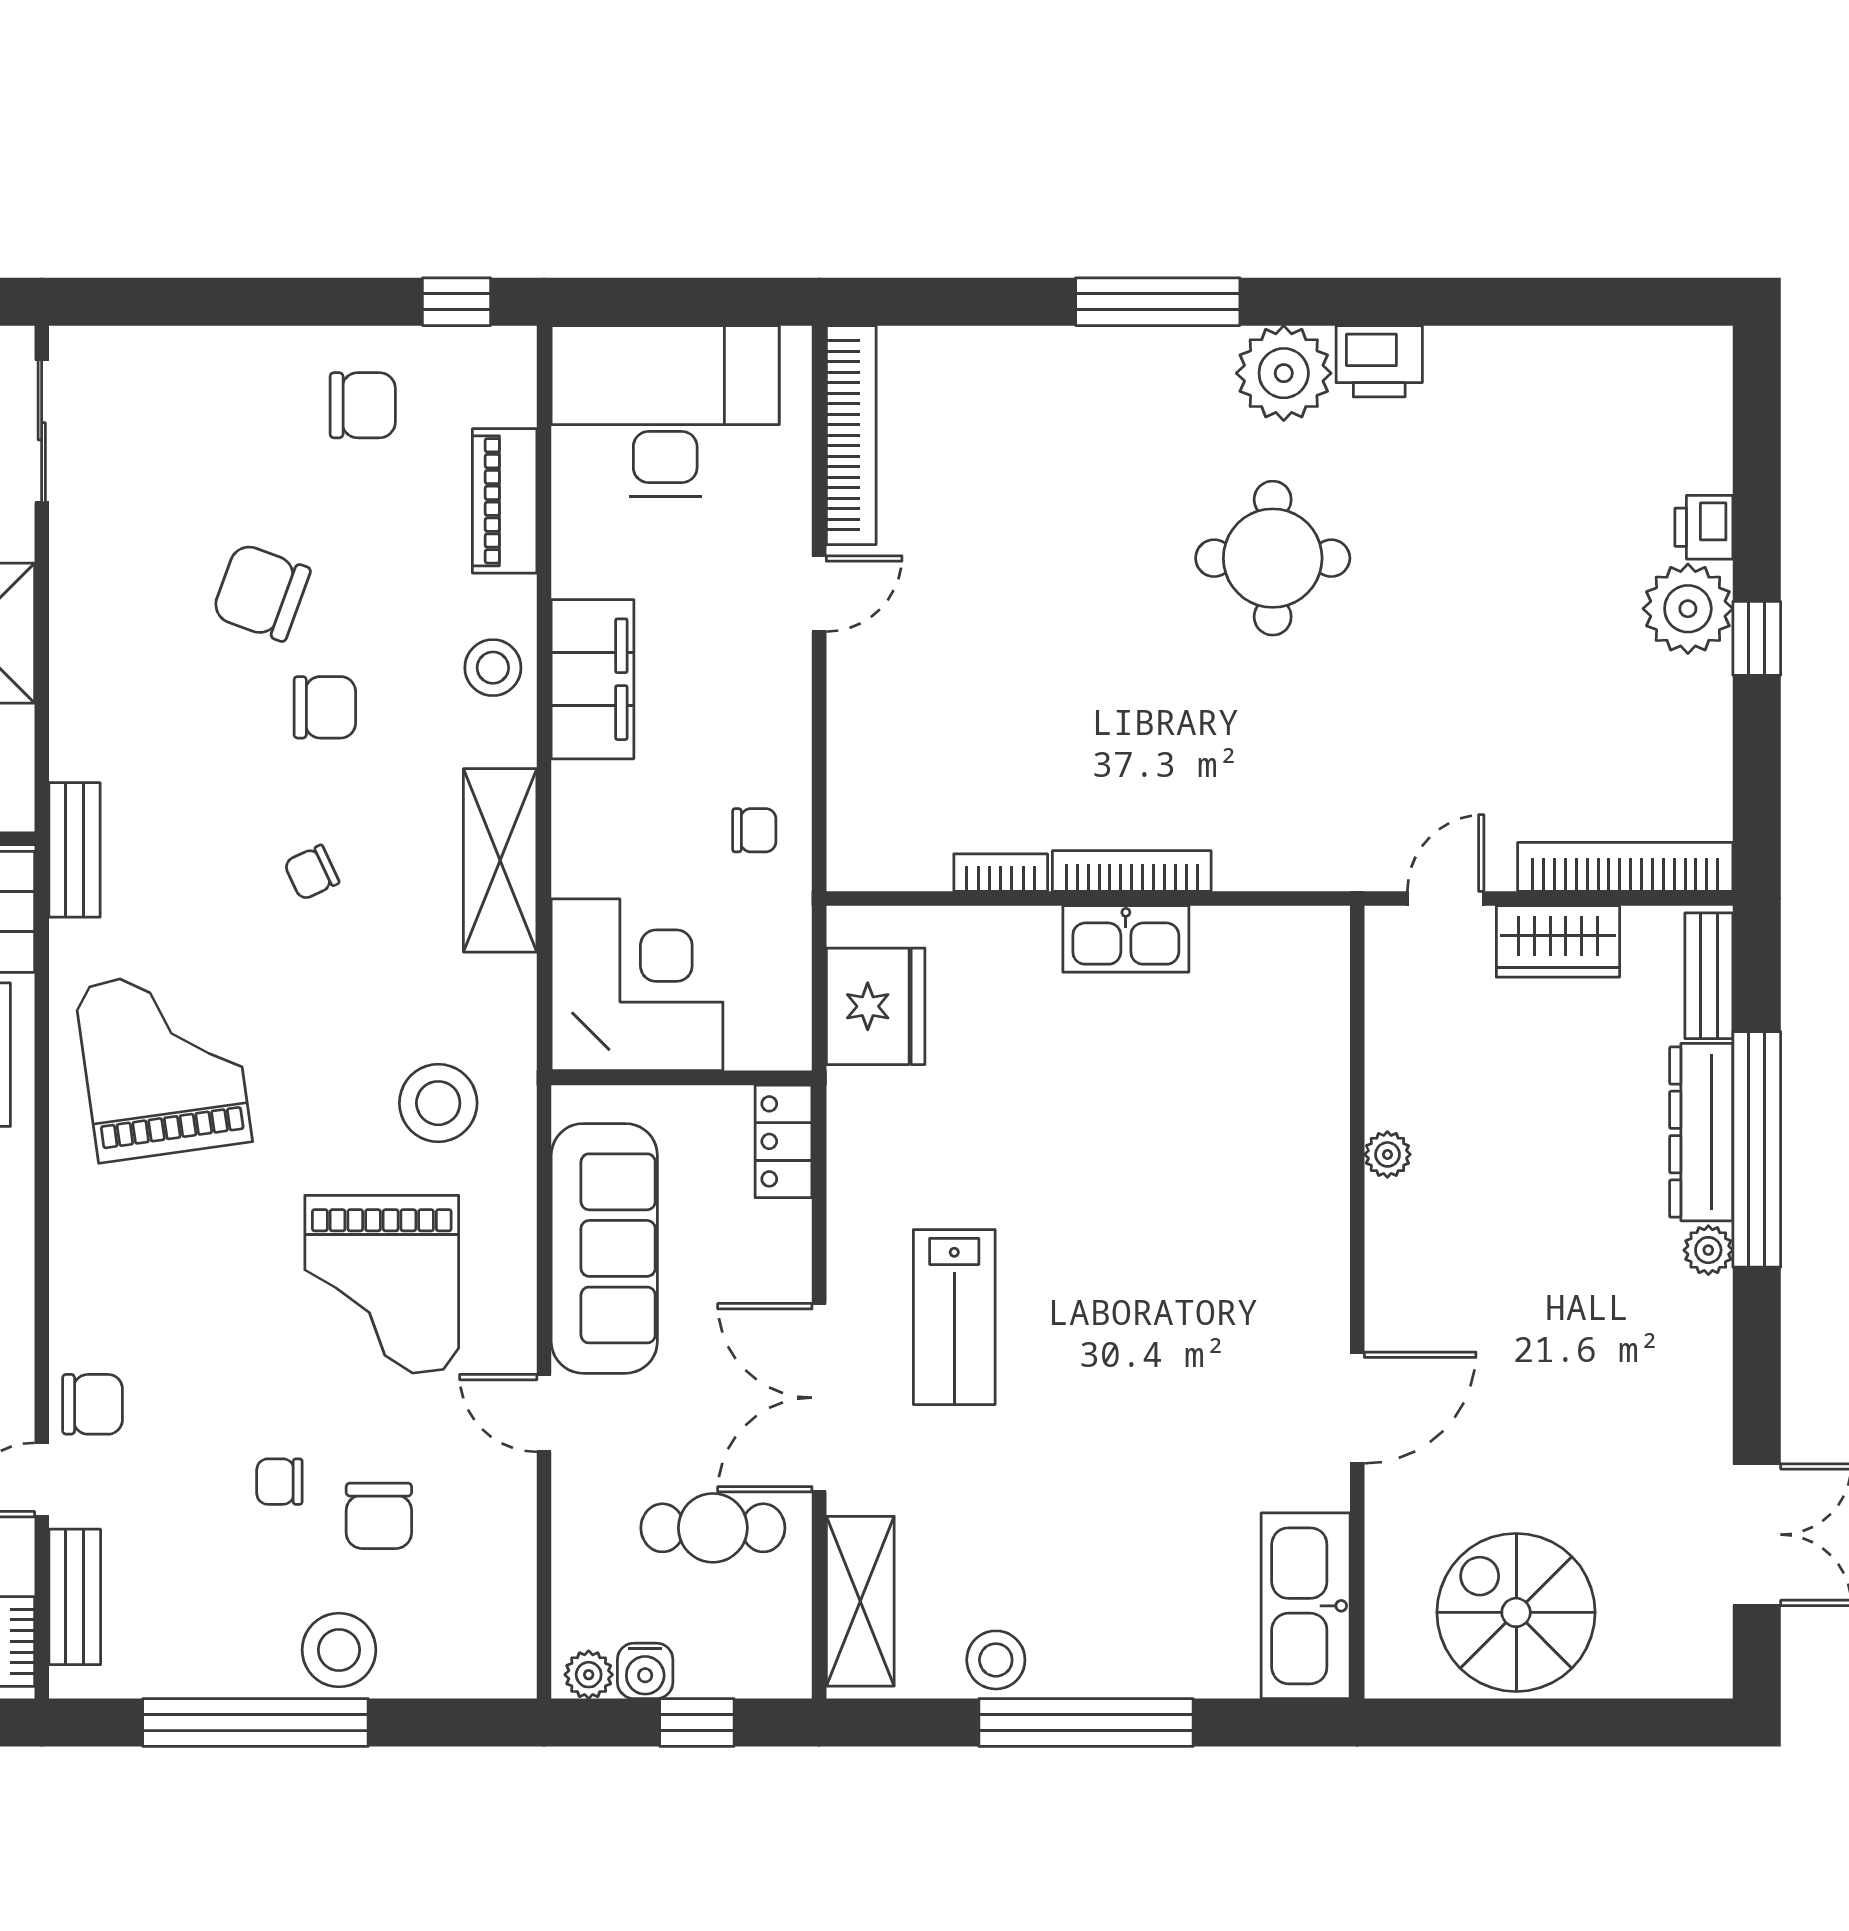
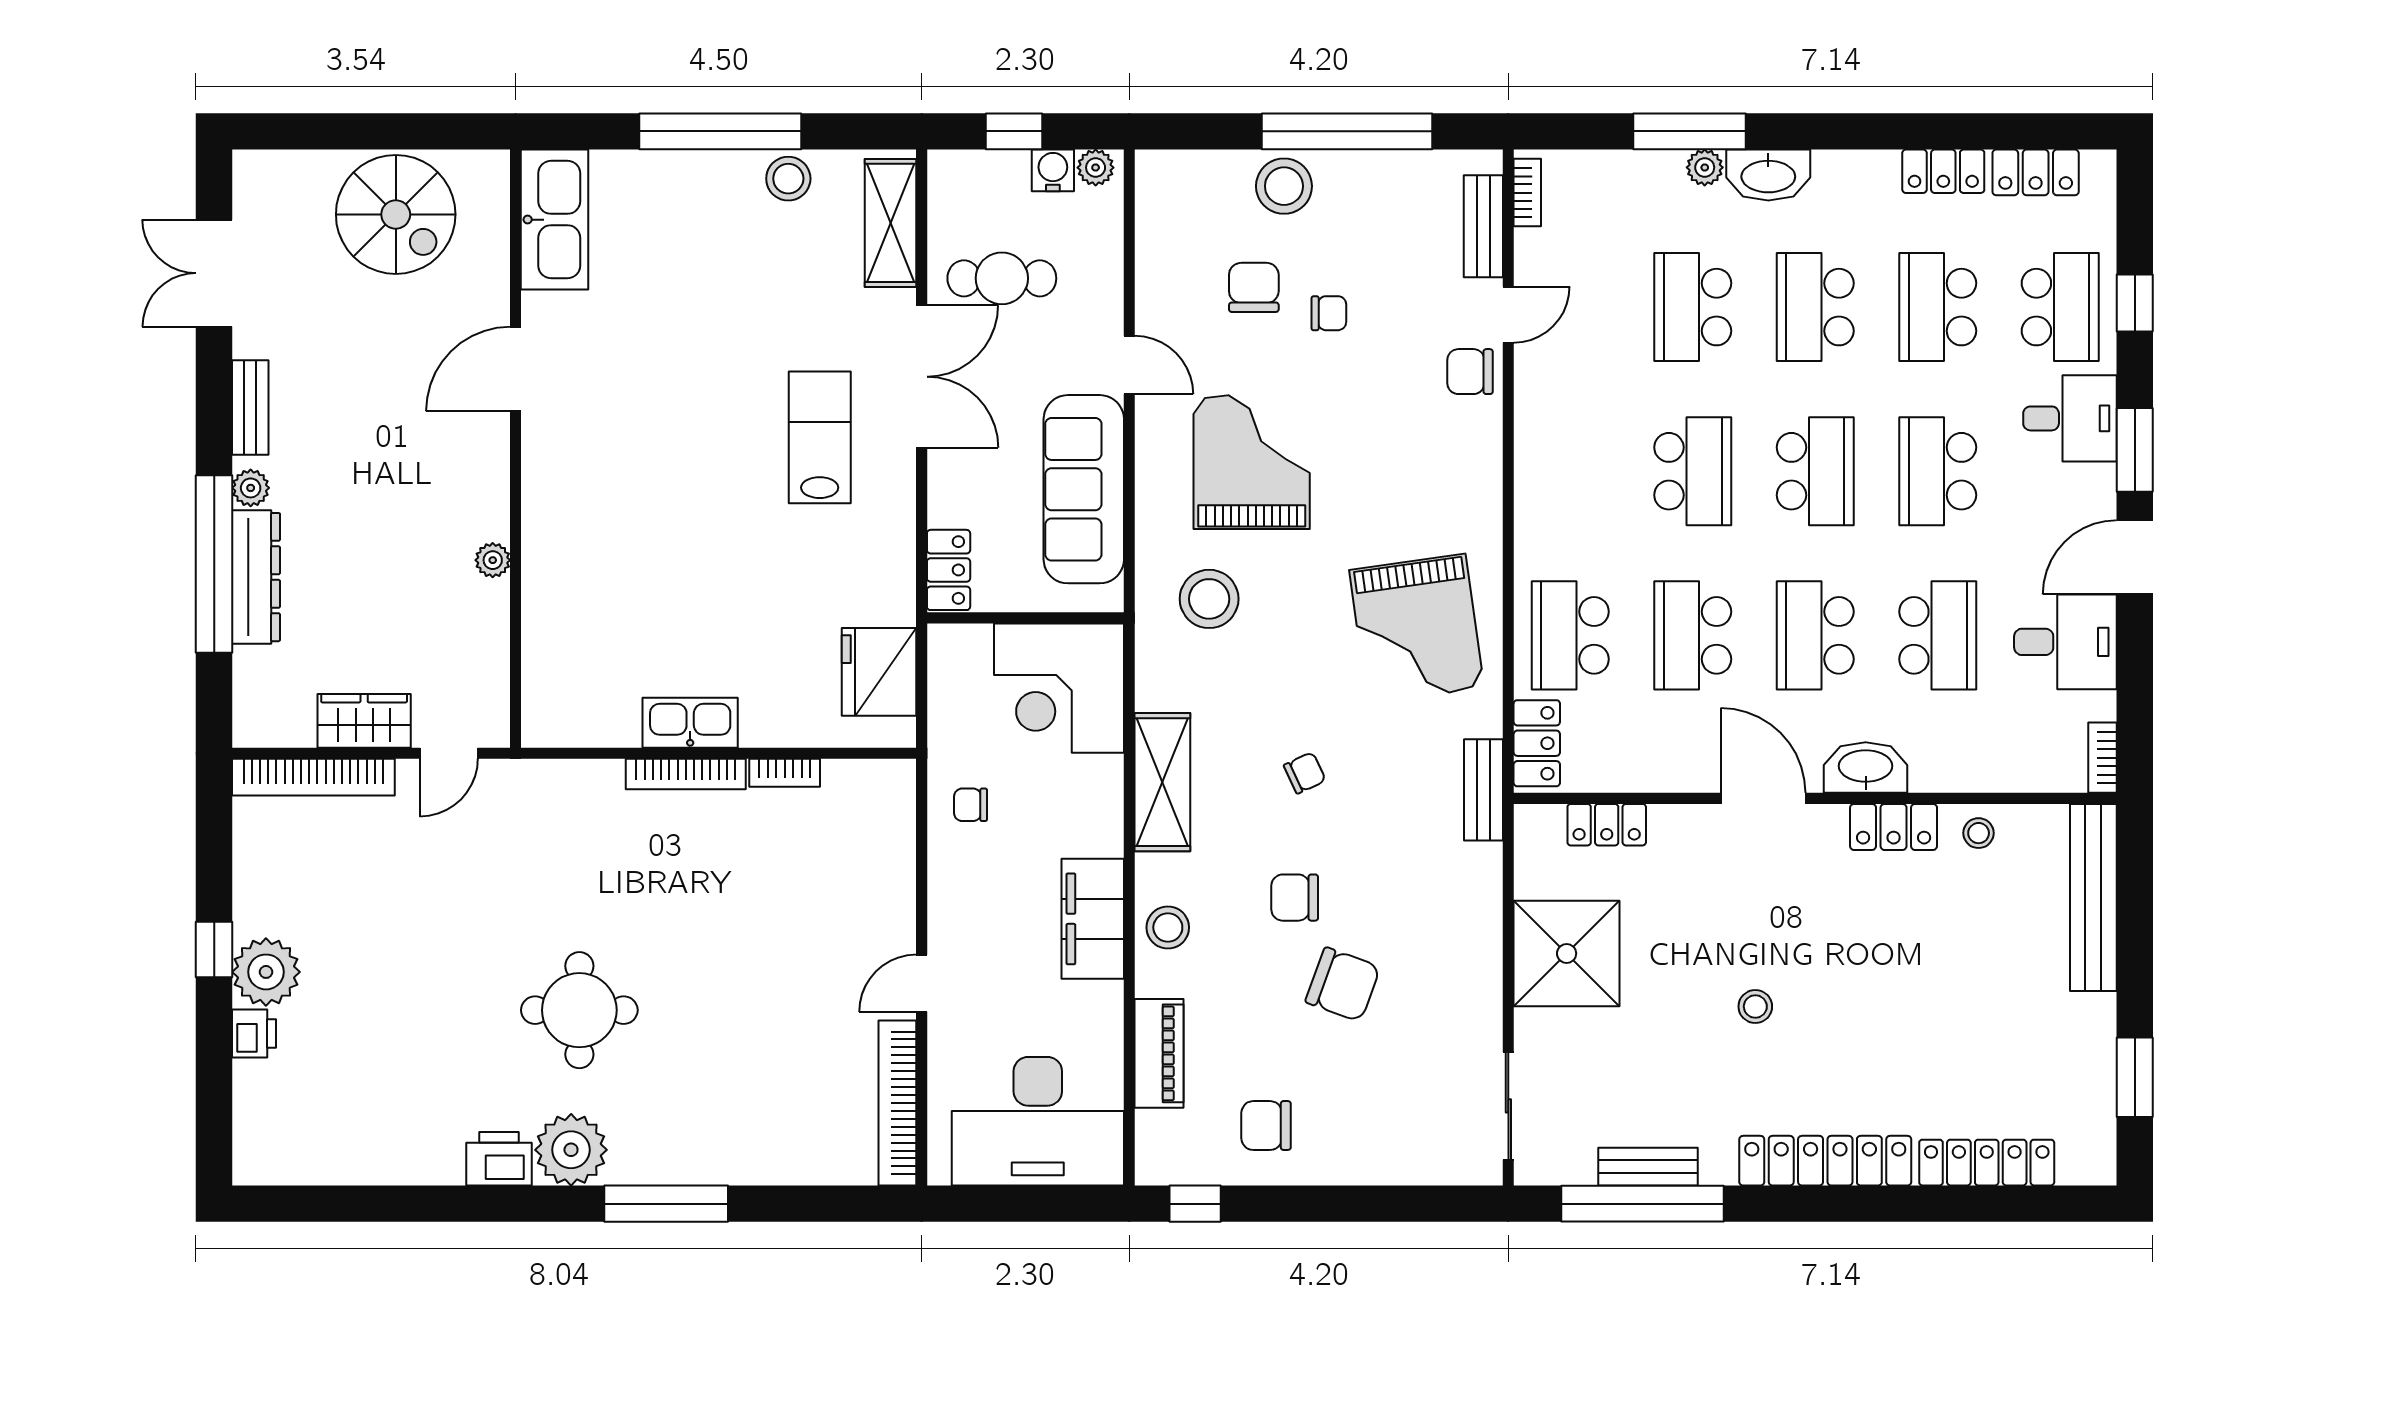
bench: (1709, 976) -> (250, 407), moved

